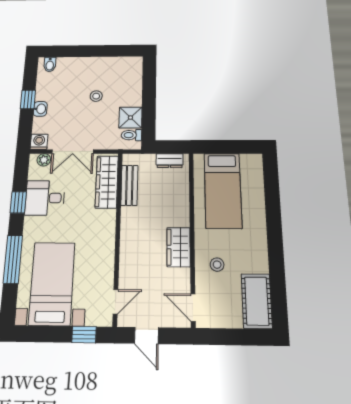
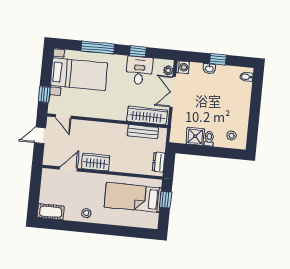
stool: (96, 96) -> (232, 135), moved
toilet: (131, 135) -> (209, 139), moved
window: (220, 147) -> (166, 200), added
stool: (217, 265) -> (86, 213), moved
cot: (257, 301) -> (51, 212), width x0.73, depth x0.75
door: (193, 308) -> (68, 169), moved

